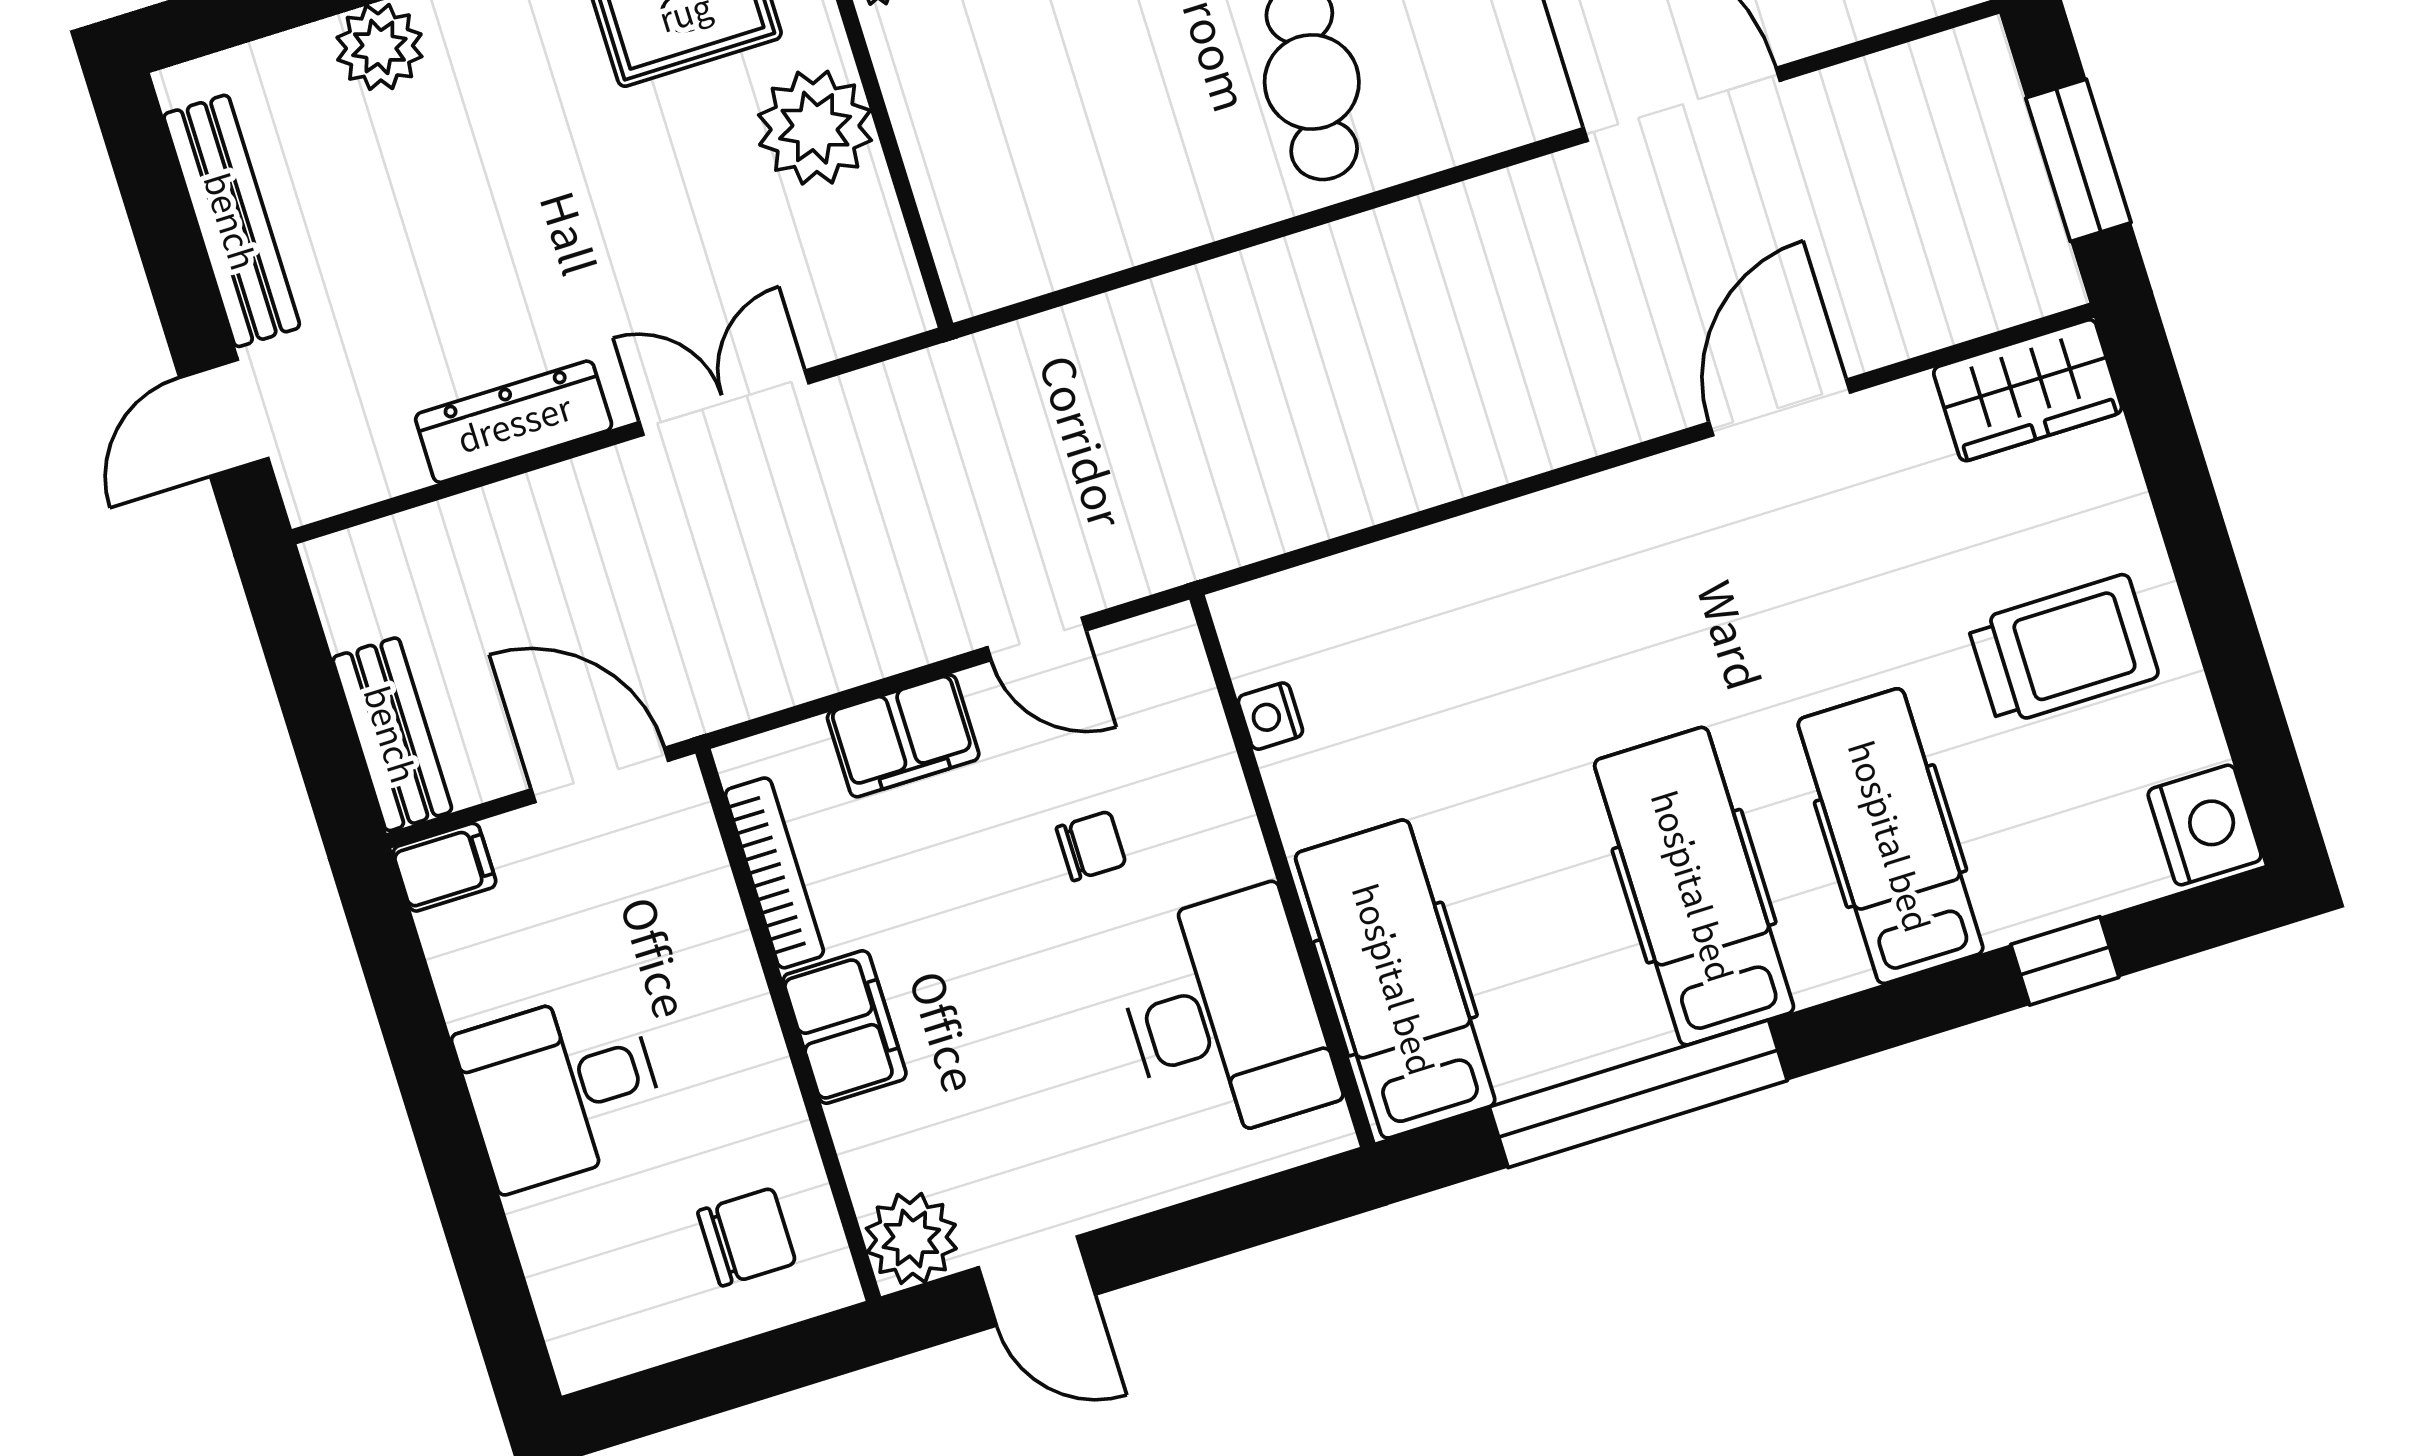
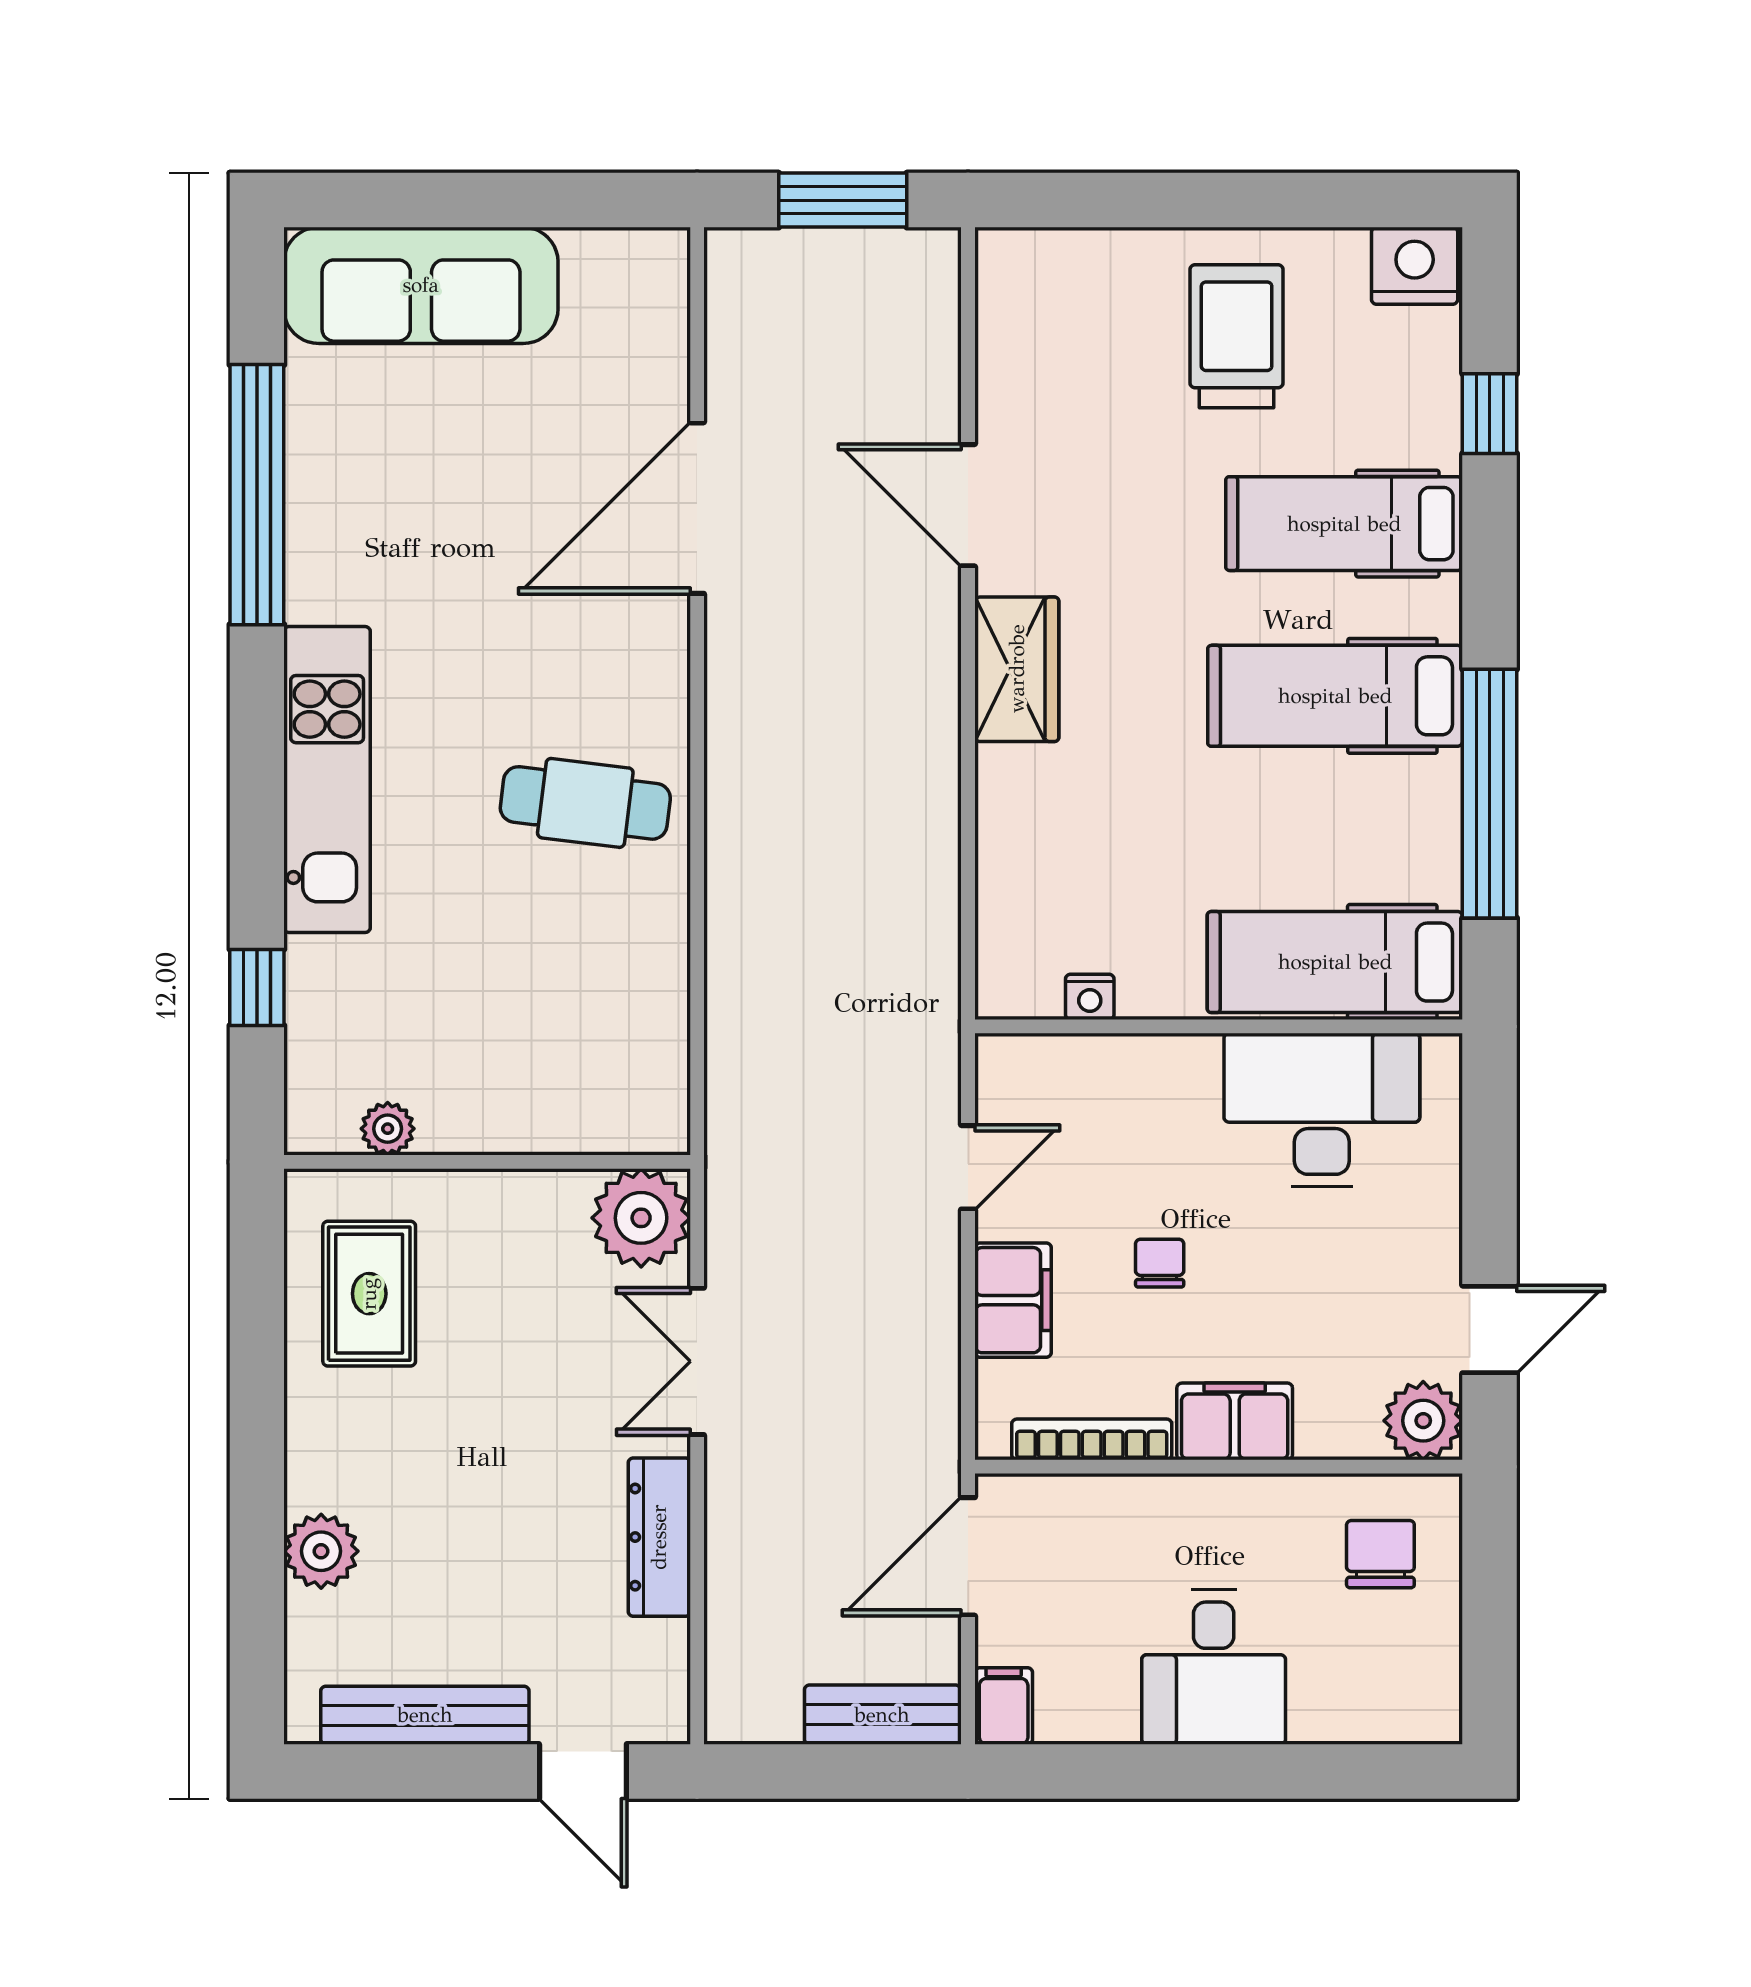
plant: (815, 128) -> (641, 1218), moved
wardrobe: (2028, 390) -> (1017, 669), moved
chair: (1091, 846) -> (1160, 1263), moved

